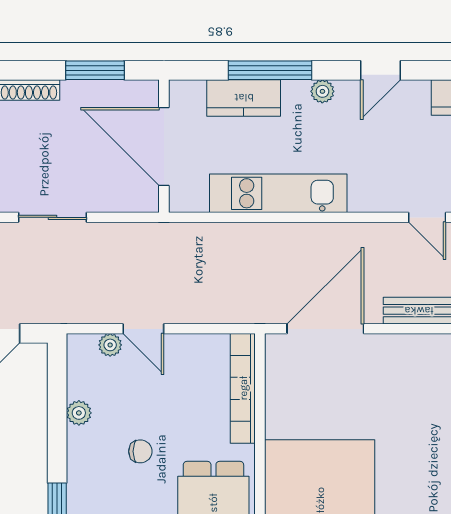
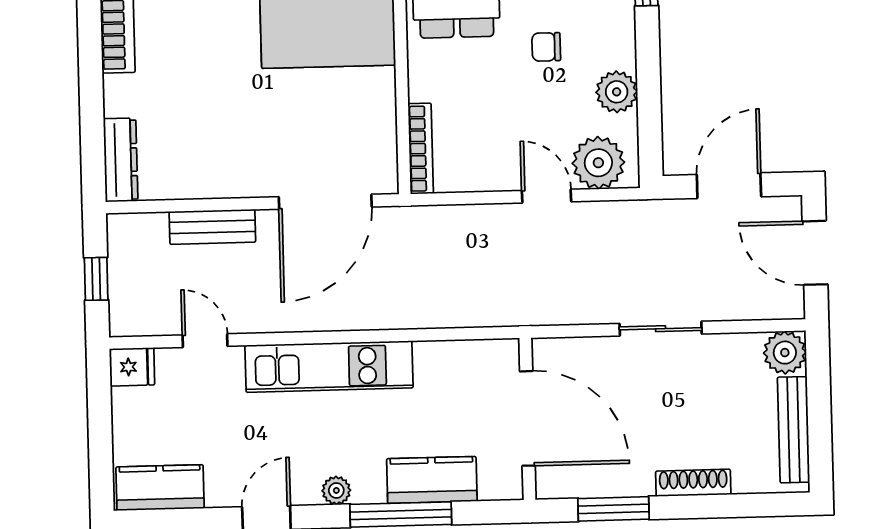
kitchen unit: (278, 193) -> (329, 367), moved
plant: (110, 345) -> (598, 163), width x1.88, depth x1.88
bookcase: (243, 388) -> (421, 149), width x0.68, depth x0.76
plant: (79, 413) -> (617, 92), width x1.38, depth x1.38

